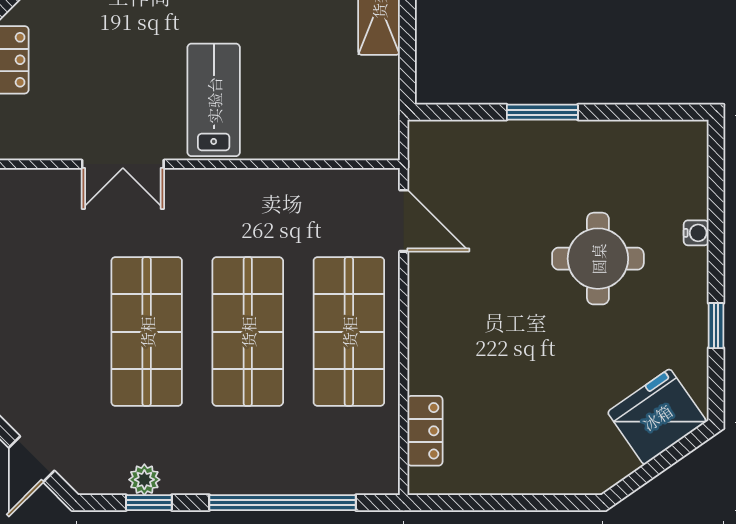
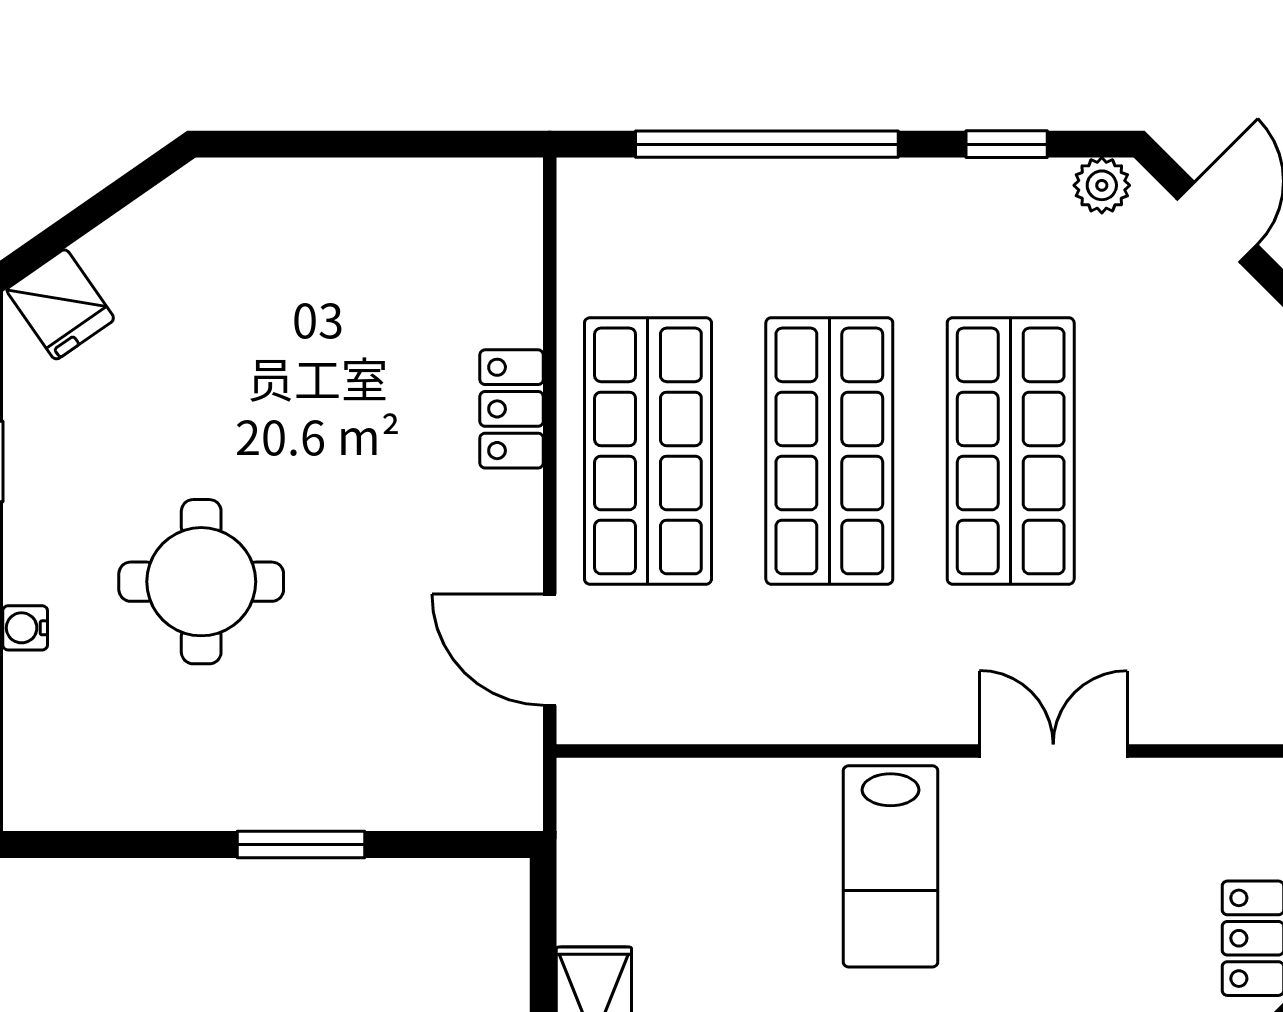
fridge: (657, 417) -> (60, 304), width x0.53, depth x0.75
locker: (425, 431) -> (512, 409), moved
plant: (144, 480) -> (1102, 185), moved

